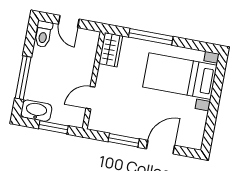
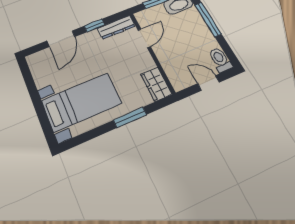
window: (151, 37) -> (130, 117), width x0.69
dresser: (106, 125) -> (116, 27), added
window: (124, 140) -> (95, 26), width x0.67

